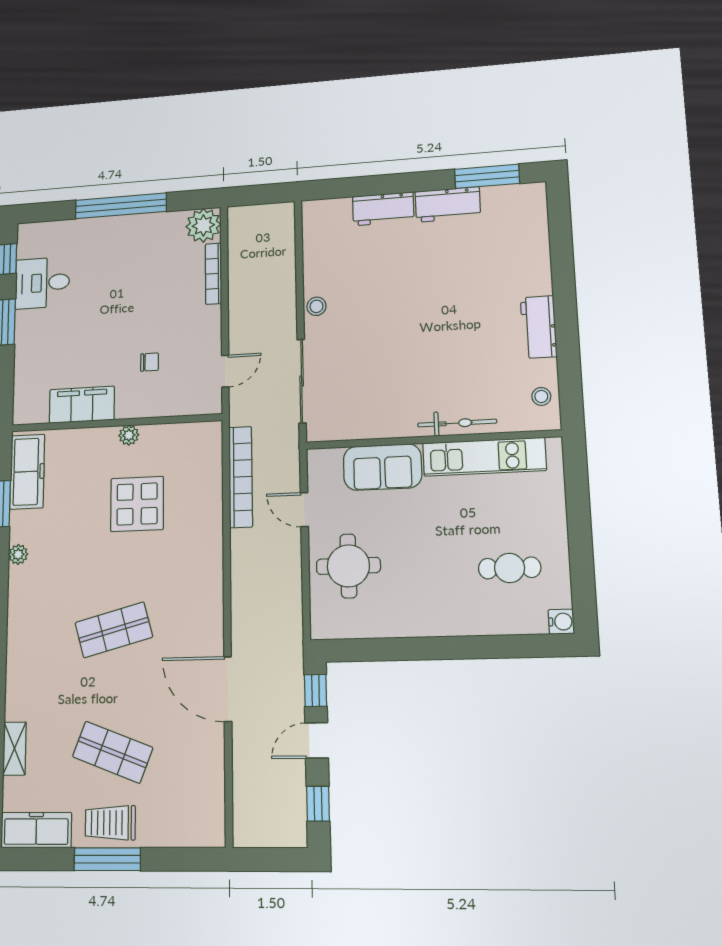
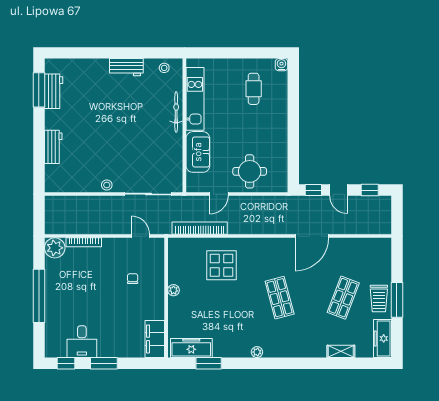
workbench: (448, 204) -> (54, 91), moved
filing cabinet: (82, 405) -> (155, 339), moved
display table: (137, 504) -> (222, 265), moved
plant: (18, 554) -> (257, 352), moved

